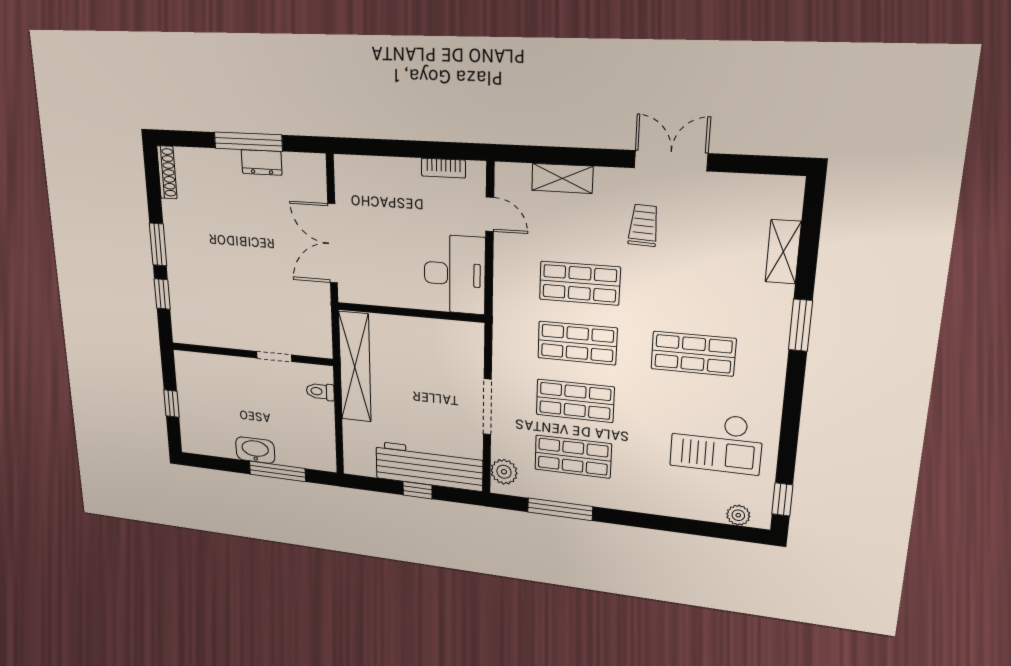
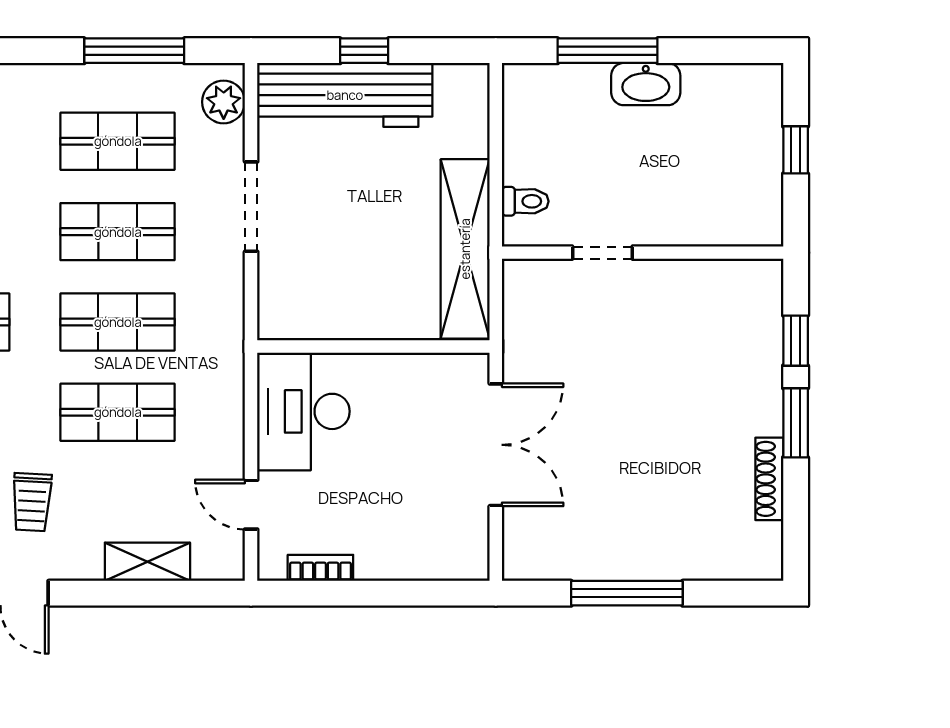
dresser: (262, 162) -> (607, 563), removed
shoe rack: (167, 172) -> (769, 479), moved

